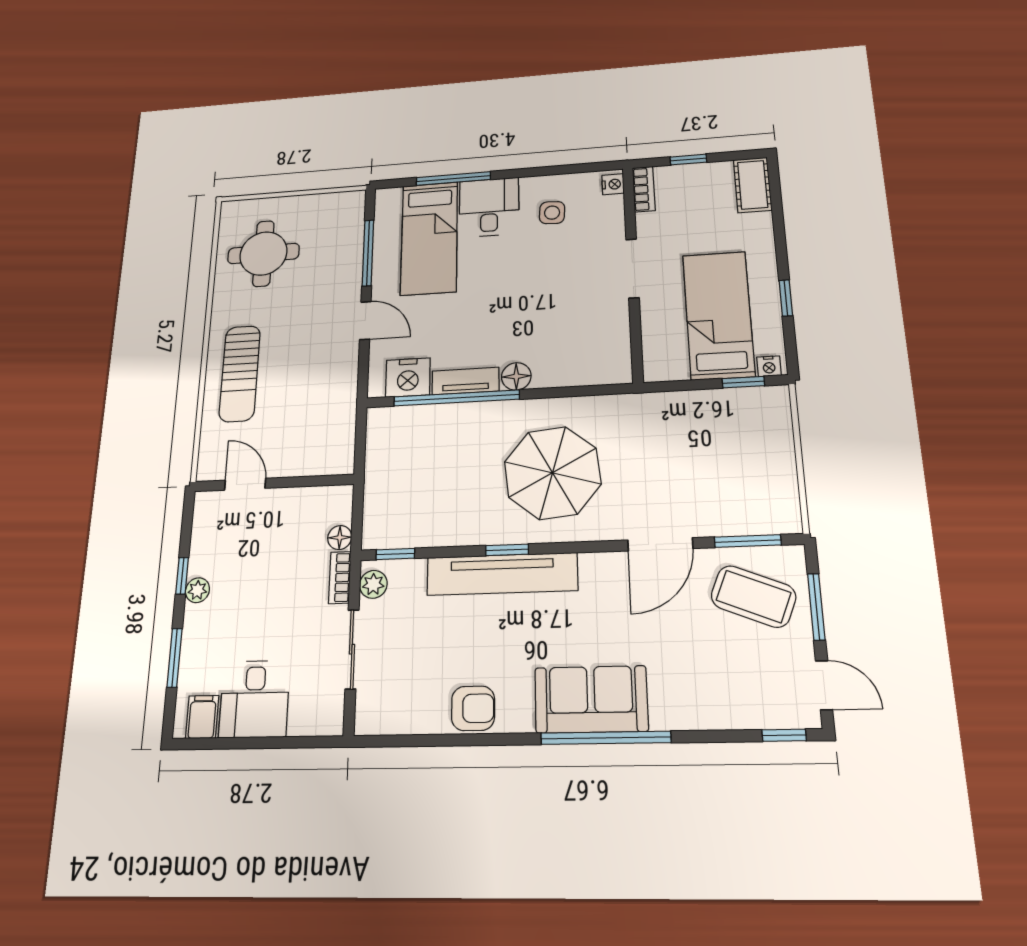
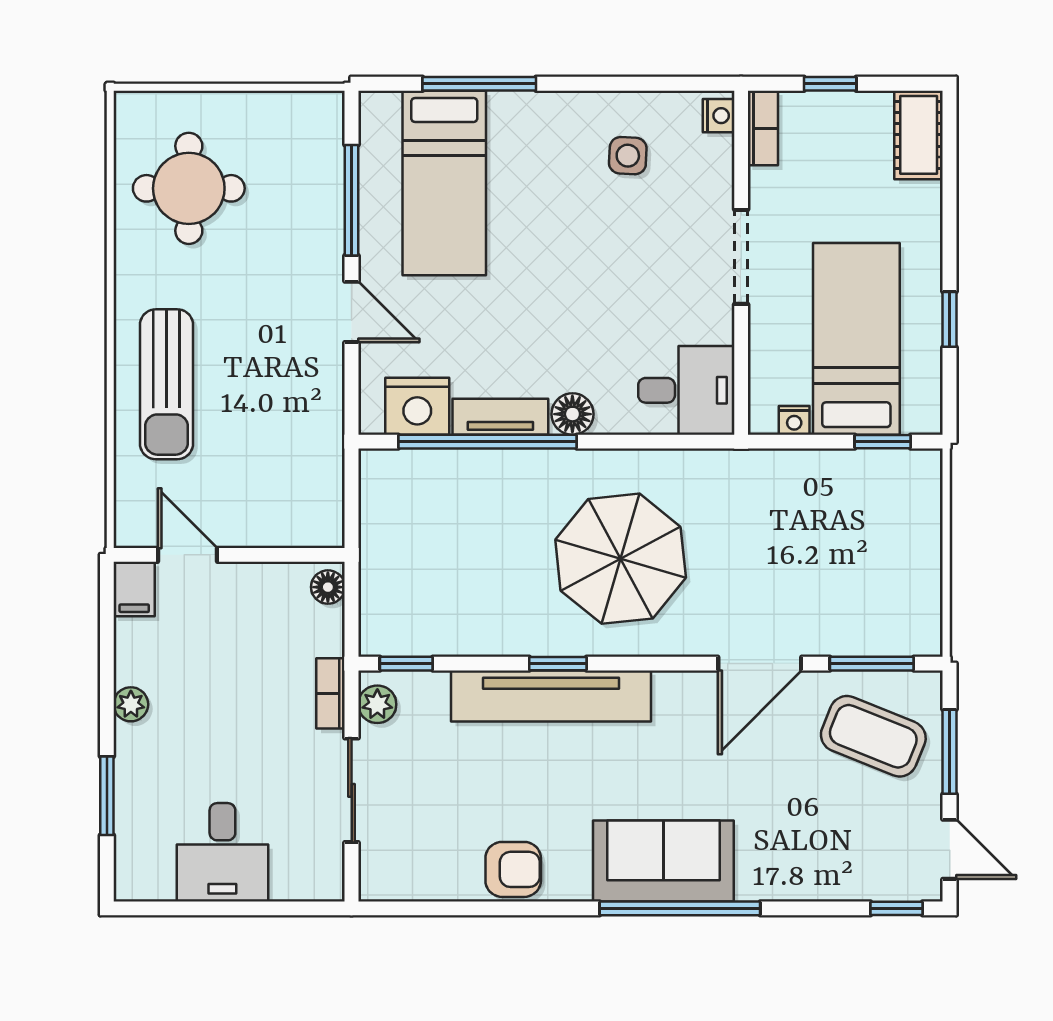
desk: (489, 207) -> (686, 390), moved, turned 90
nightstand: (769, 366) -> (794, 420), moved
floor lamp: (340, 538) -> (328, 587), moved
window: (182, 576) -> (107, 683), removed
filing cabinet: (202, 717) -> (134, 589), moved, turned 180

